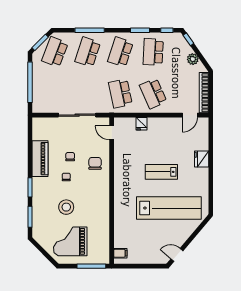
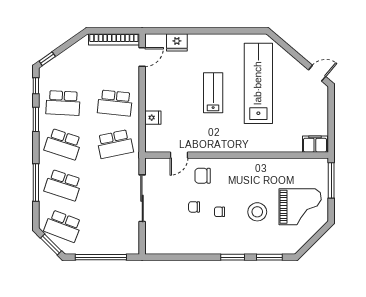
plant: (193, 59) -> (72, 53), removed
school desk: (153, 93) -> (115, 103), turned 30
door: (190, 115) -> (142, 57), hinge flipped
door: (112, 133) -> (179, 155), moved
piano: (40, 159) -> (197, 245), removed
fridge: (202, 159) -> (177, 42), moved
lab bench: (161, 172) -> (213, 93), turned 180
grand piano: (70, 241) -> (300, 207), turned -90
filing cabinet: (120, 253) -> (315, 144), width x2.00
door: (177, 255) -> (317, 73), swing flipped

